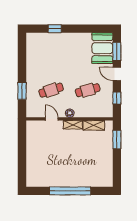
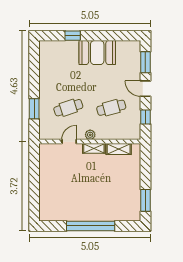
booth: (102, 48) -> (97, 53), moved, turned 90
door: (52, 119) -> (69, 142), hinge flipped
window: (117, 140) -> (145, 200), moved

